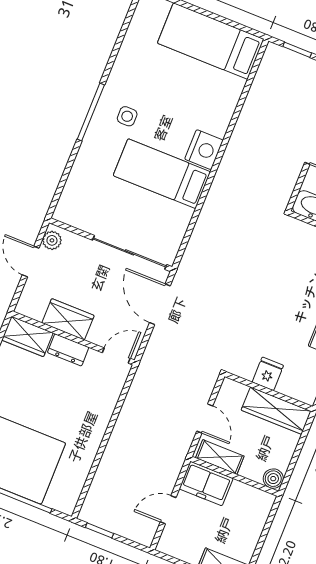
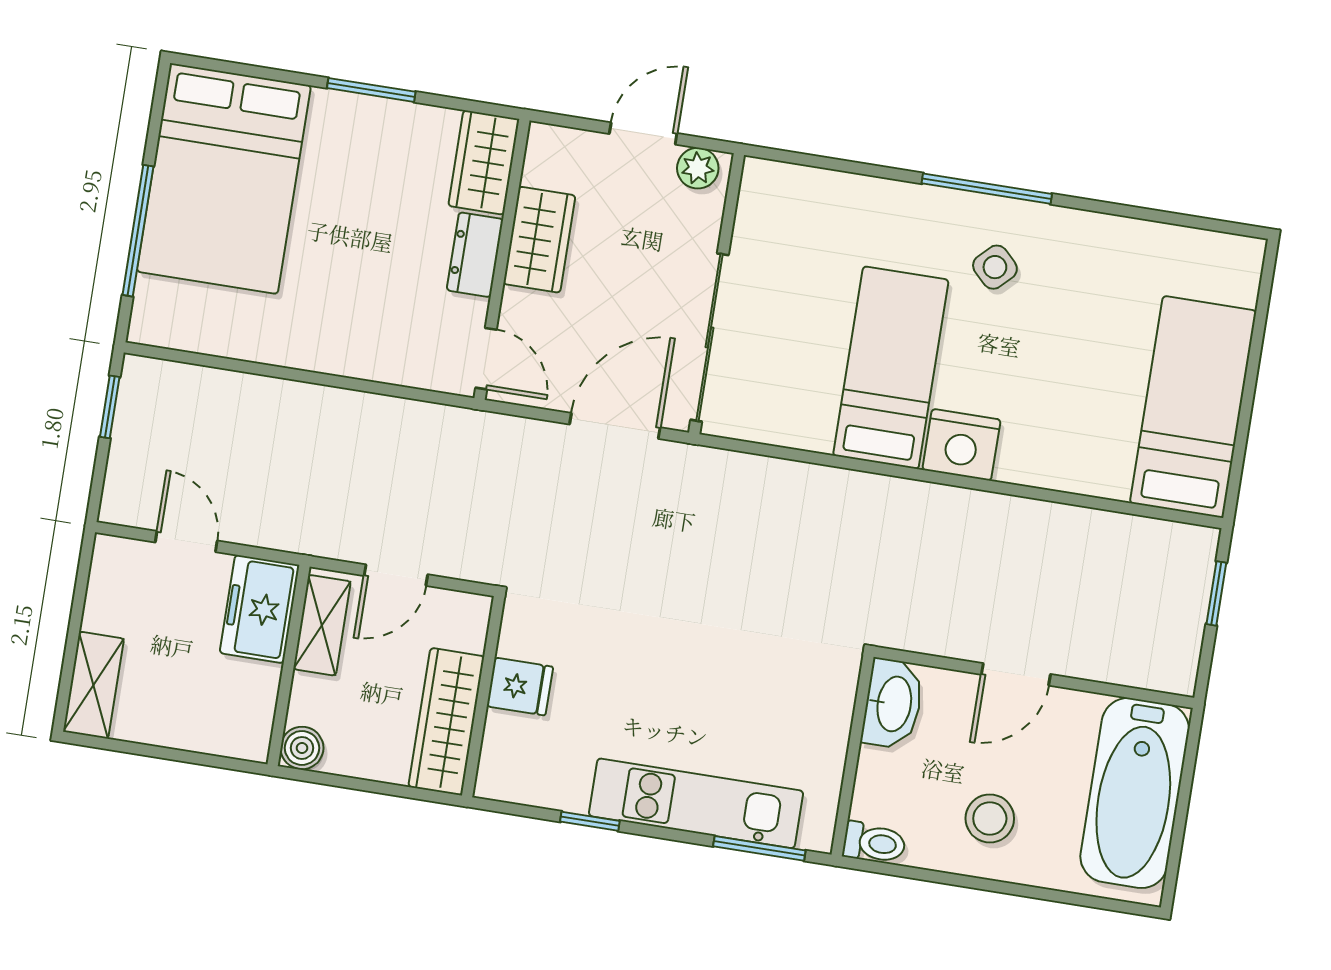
side table: (127, 116) -> (995, 267), turned 45

